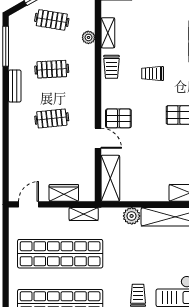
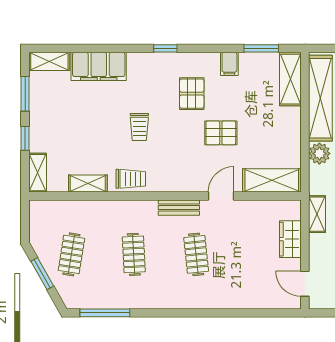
plant: (88, 37) -> (94, 208), removed
bench: (15, 86) -> (179, 208), moved
pallet: (118, 118) -> (221, 133), moved, turned 90

